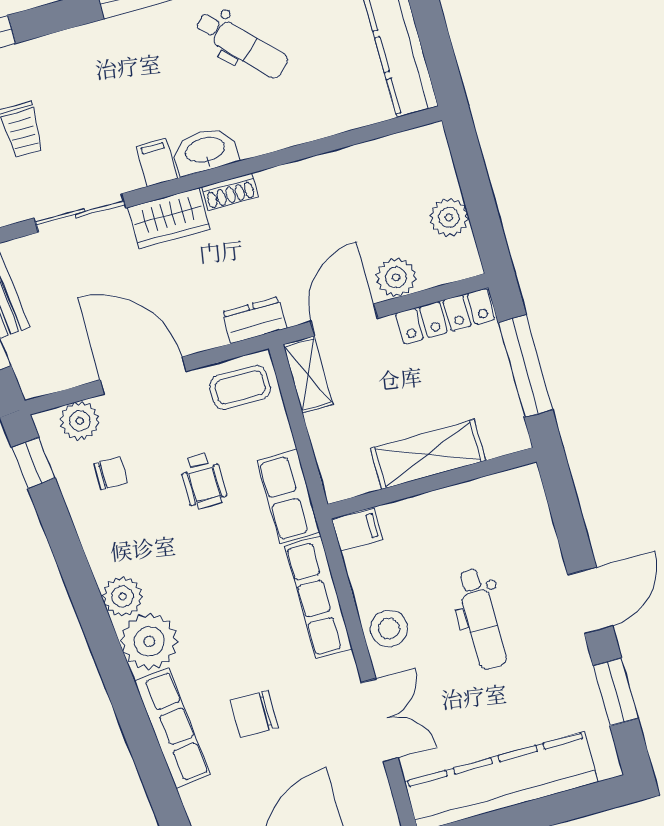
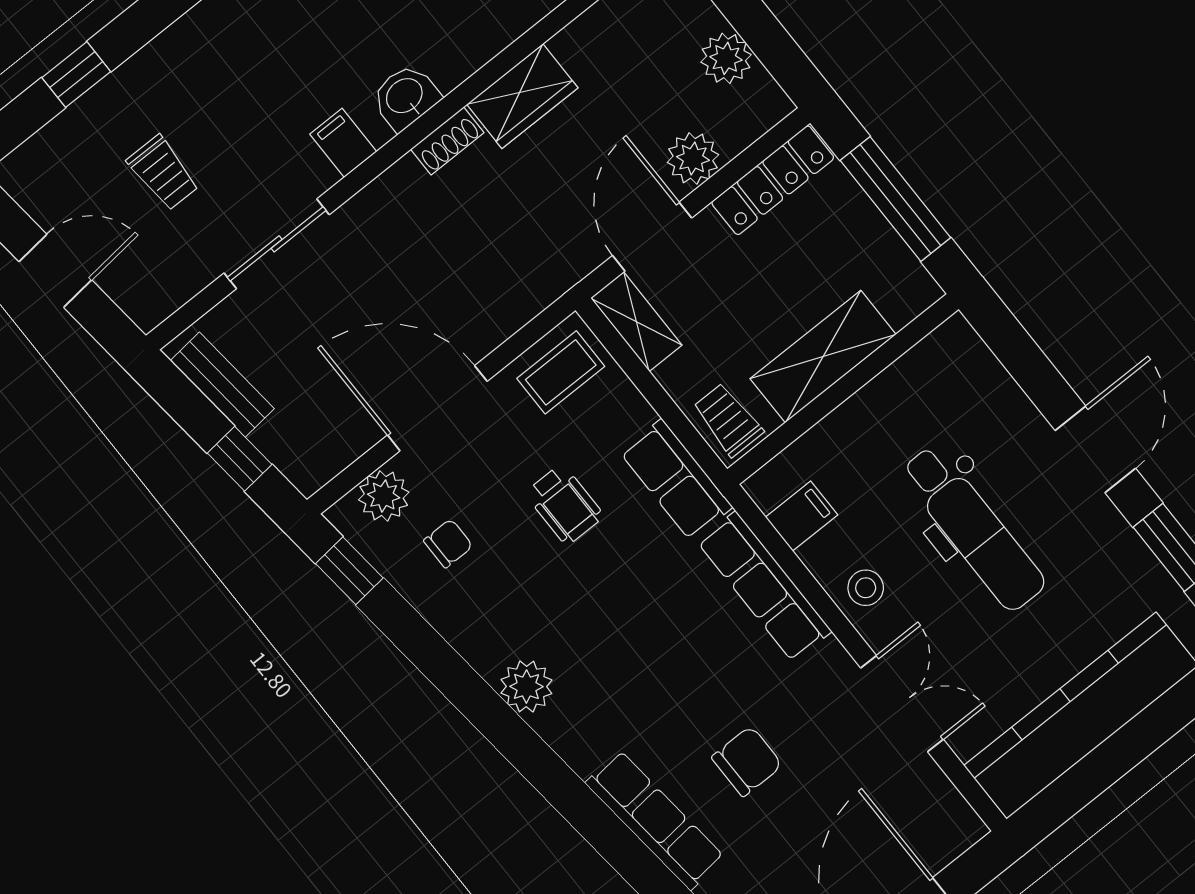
washbasin: (205, 151) -> (405, 97), width x0.72
wardrobe: (169, 218) -> (522, 96), moved
dresser: (255, 320) -> (544, 283), removed
trolley: (343, 470) -> (728, 420), added
filing cabinet: (357, 530) -> (802, 516), moved
dental chair: (481, 619) -> (973, 528), width x1.36, depth x1.38
stool: (389, 628) -> (866, 588), width x0.73, depth x0.73
plant: (149, 641) -> (582, 727), removed
chair: (254, 714) -> (747, 761), turned 180

